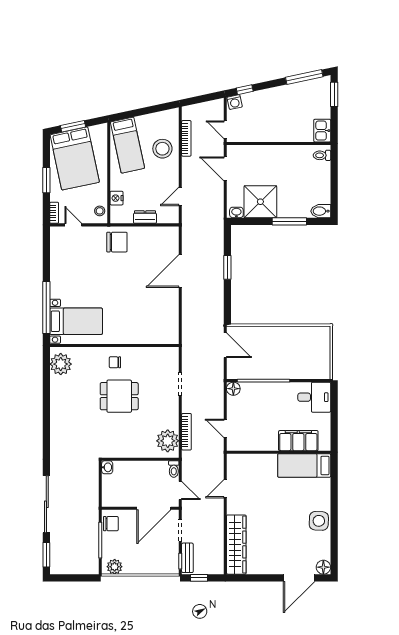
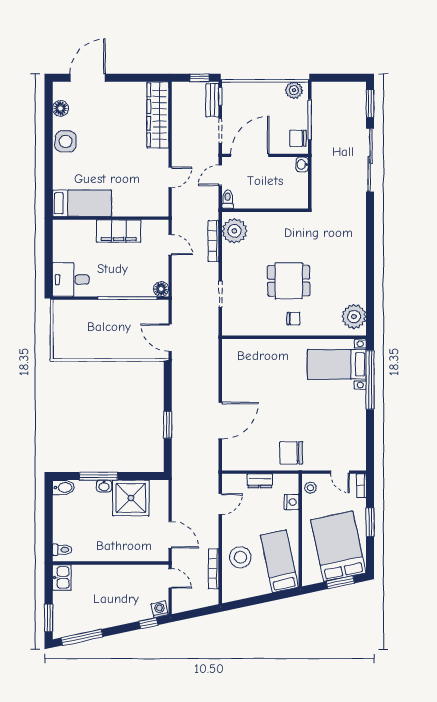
washbasin: (236, 212) -> (104, 486), moved
filing cabinet: (298, 441) -> (119, 231), moved
washbasin: (107, 467) -> (302, 164), moved
door: (180, 491) -> (220, 175), hinge flipped
floor lamp: (323, 567) -> (60, 108), moved

